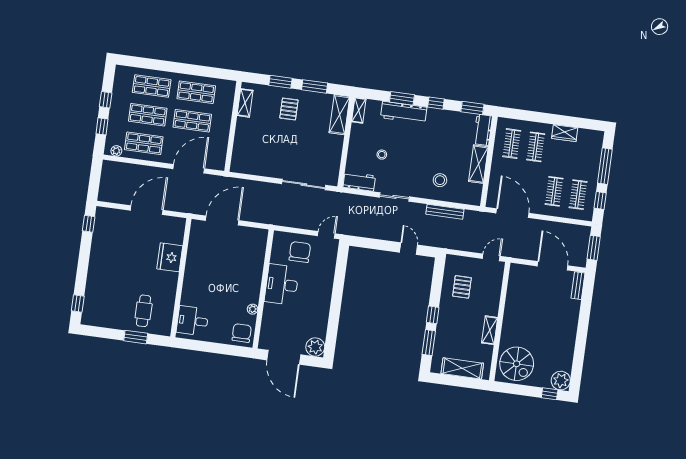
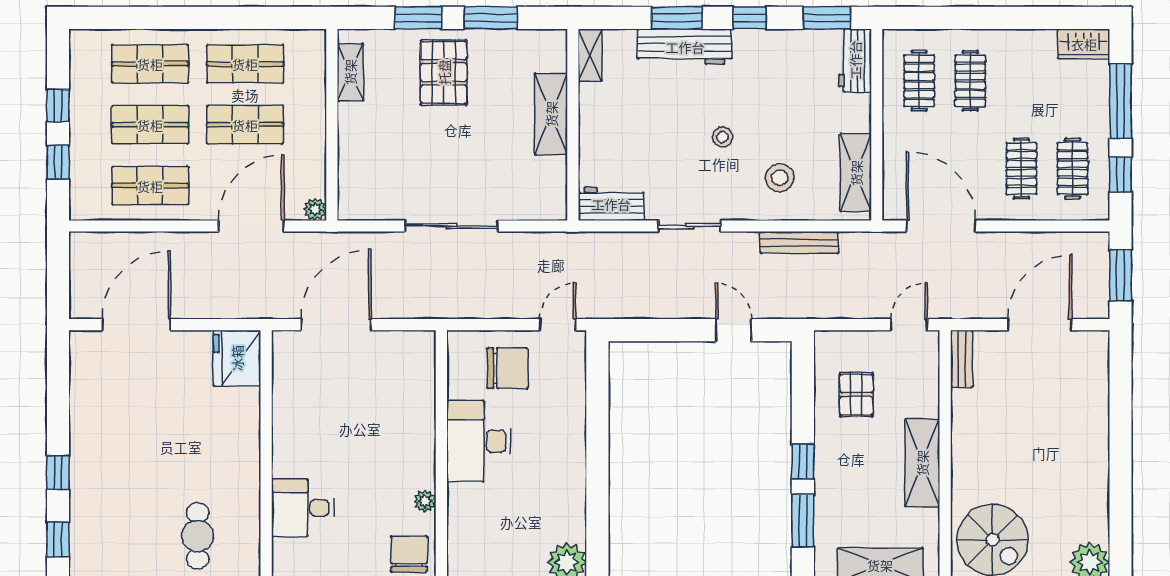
pallet: (289, 109) -> (444, 72), width x1.50, depth x1.42
shelving: (339, 115) -> (551, 114), moved
wardrobe: (565, 133) -> (1084, 44), moved
plant: (116, 151) -> (315, 209), moved
stool: (382, 155) -> (723, 137), moved
shelving: (478, 164) -> (856, 173), moved
sliding door: (304, 185) -> (452, 226), moved
door: (147, 210) -> (136, 325), moved
window: (89, 224) -> (58, 473), moved
chair: (300, 252) -> (507, 368), turned 90
fridge: (170, 257) -> (237, 358), moved
door: (553, 266) -> (1040, 325), hinge flipped
bench: (578, 286) -> (962, 359), moved
desk: (192, 321) -> (303, 508), moved
shelving: (490, 330) -> (922, 463), width x1.50, depth x1.33

